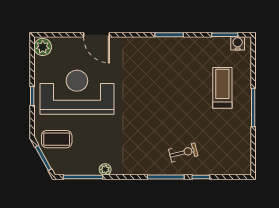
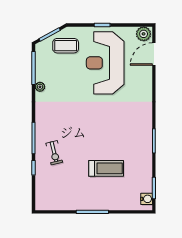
door: (96, 35) -> (154, 54), moved
treadmill: (222, 88) -> (106, 168), moved
reception desk: (77, 92) -> (105, 63), turned 180
coffee table: (57, 139) -> (66, 46), turned 90

